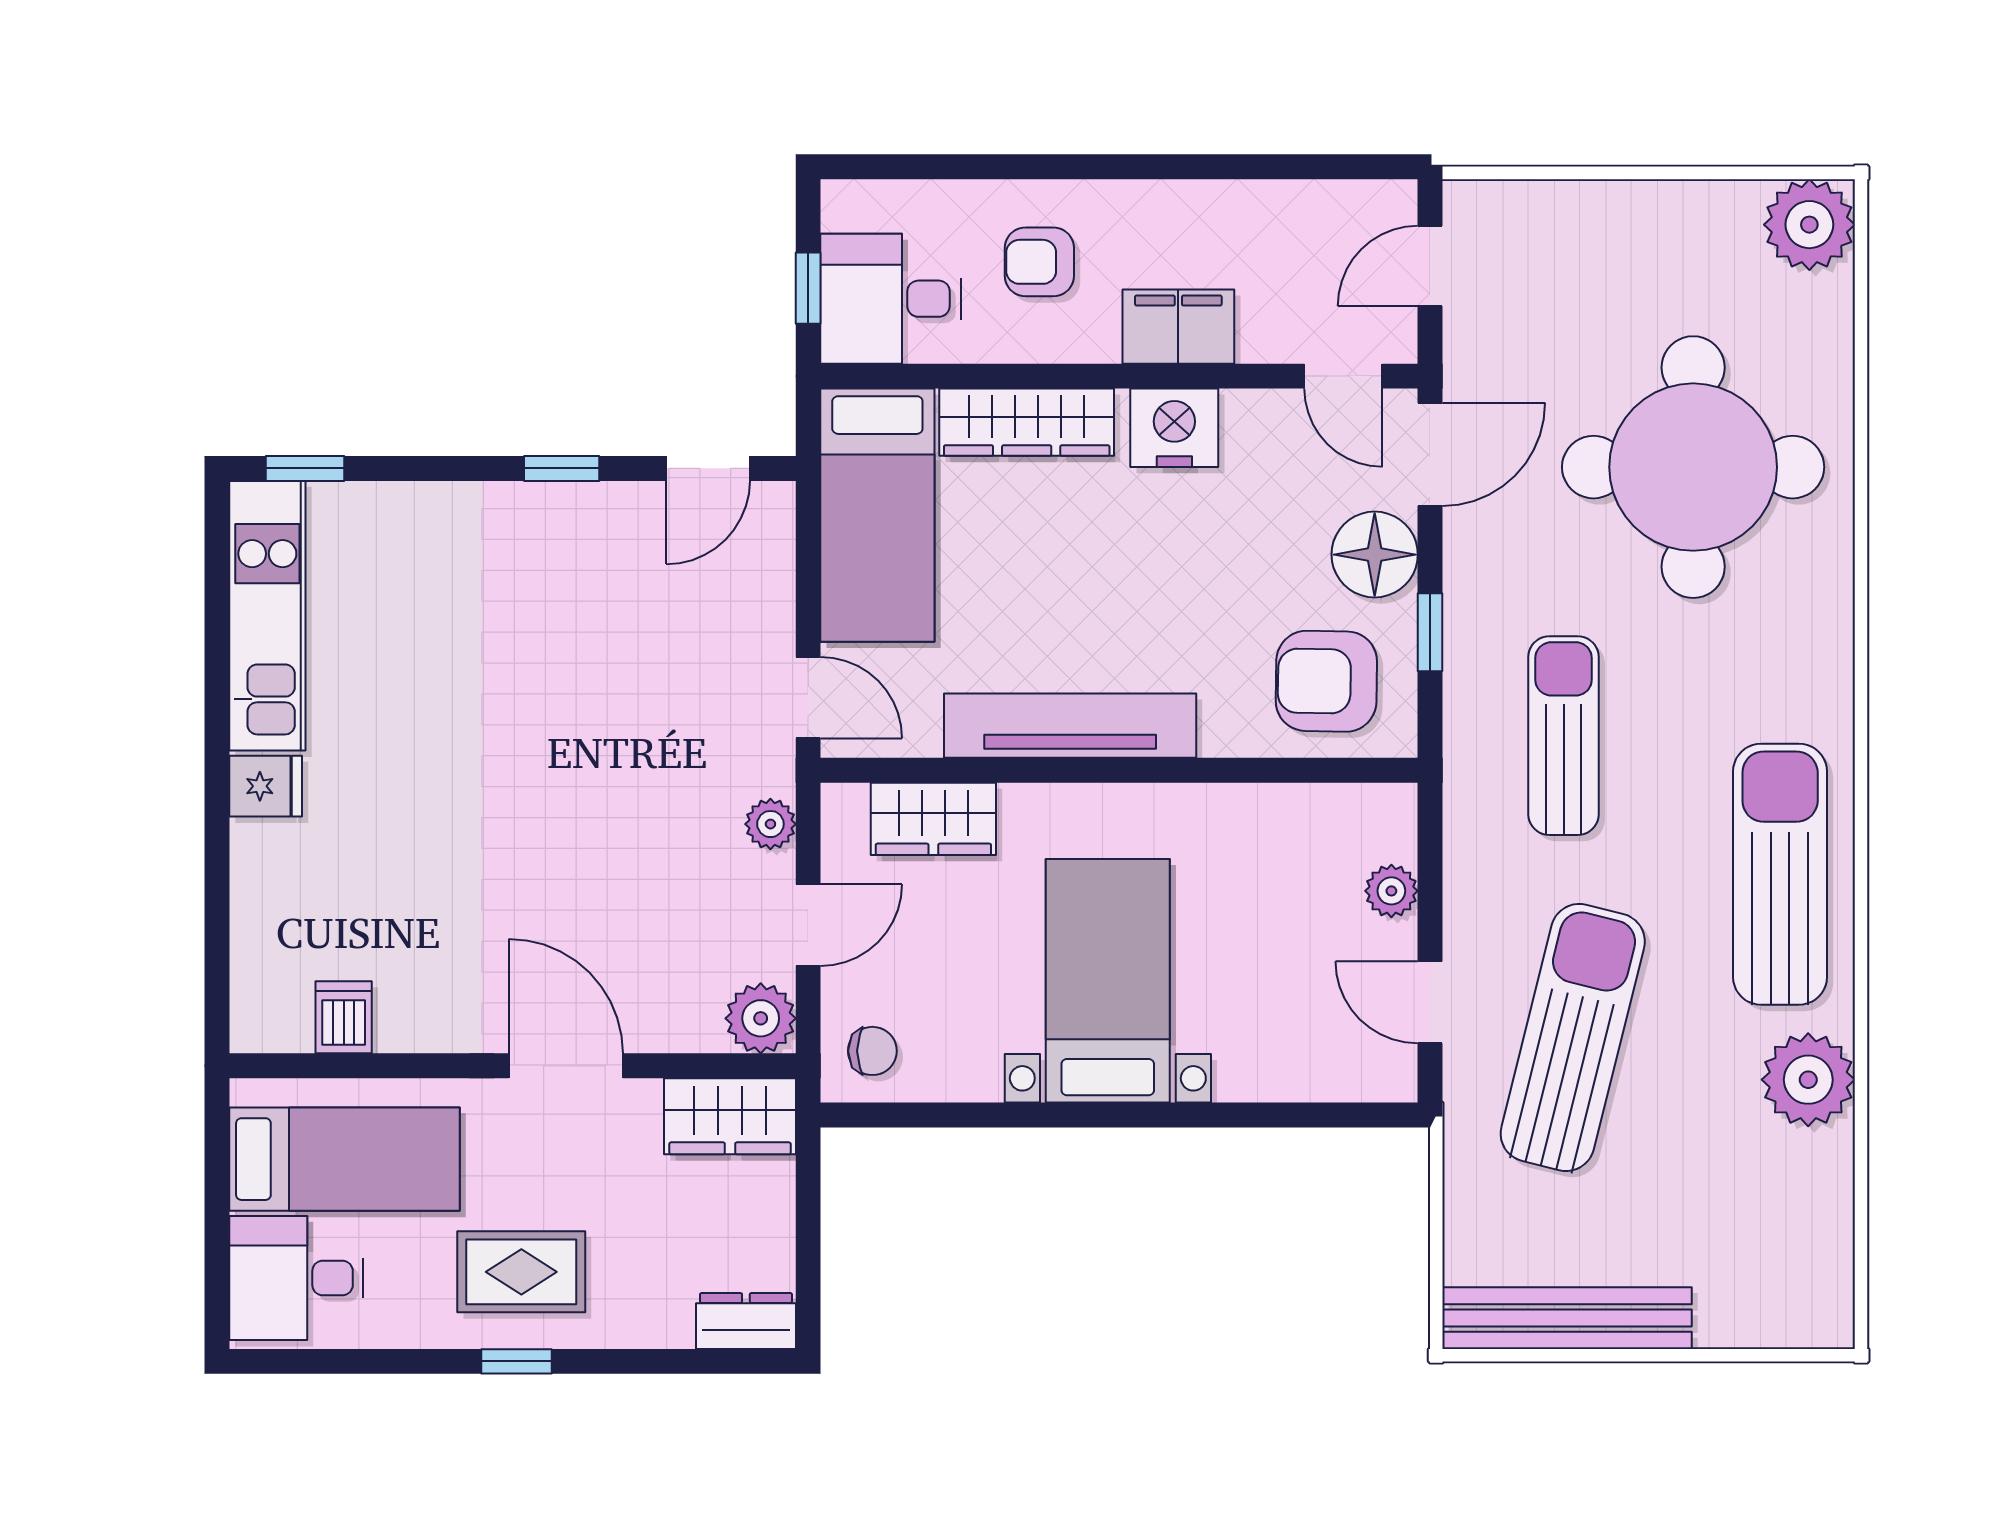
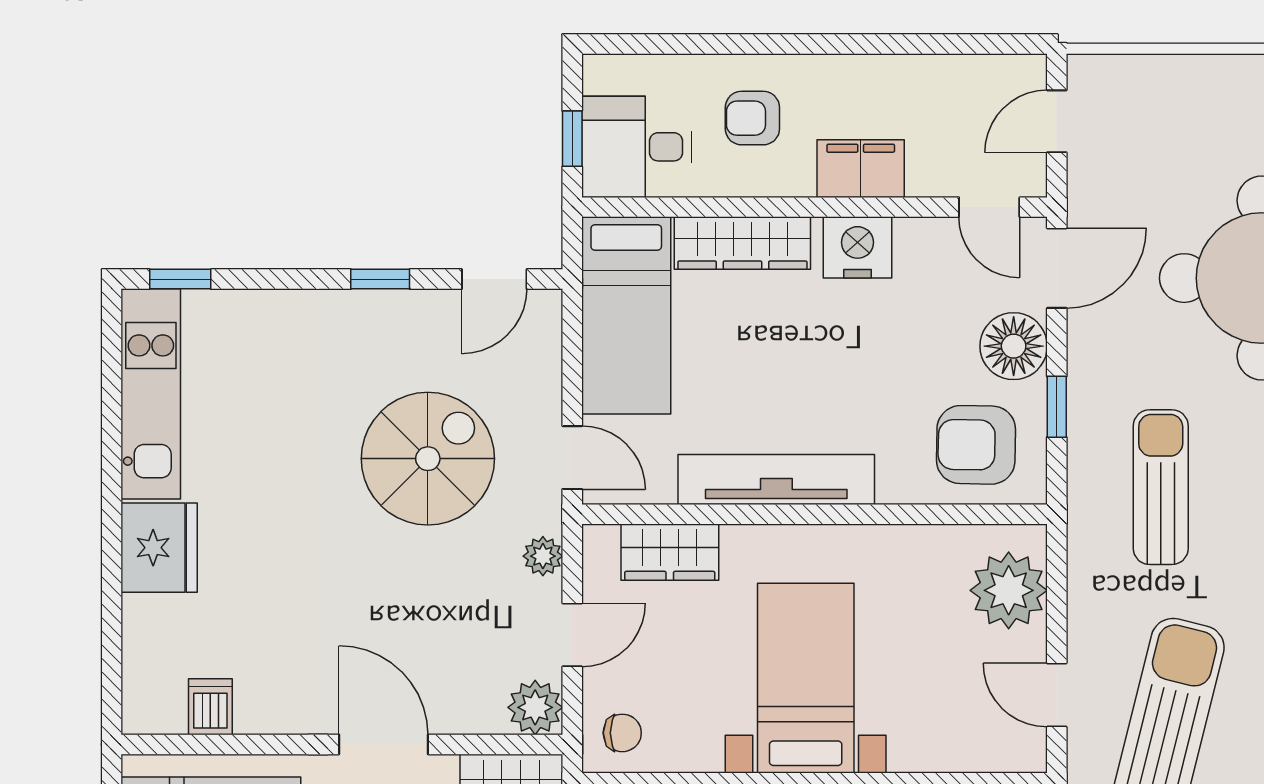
spiral stairs: (623, 699) -> (428, 459), added
fridge: (266, 786) -> (159, 548), width x1.88, depth x1.34
plant: (1391, 891) -> (1009, 590), width x1.88, depth x1.88

